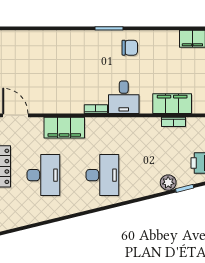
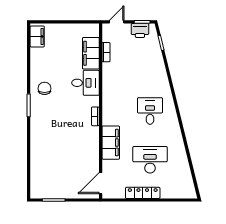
desk: (124, 97) -> (86, 83), moved
desk: (102, 175) -> (150, 111), width x0.73
plant: (168, 183) -> (156, 57), removed

